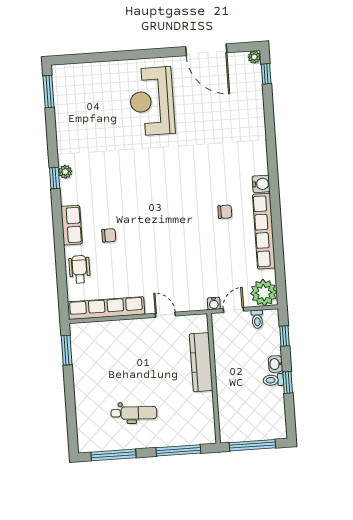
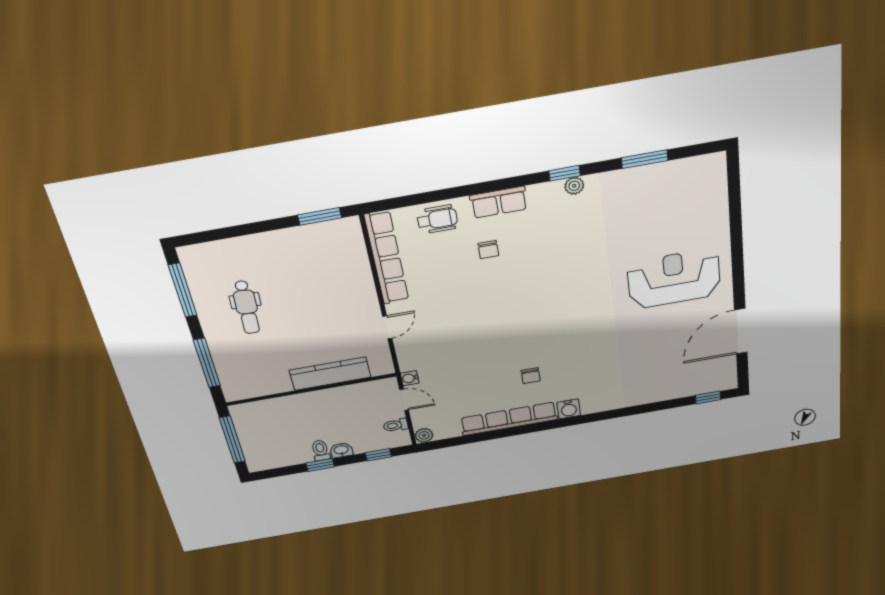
plant: (254, 57) -> (730, 383), removed
window: (49, 92) -> (645, 159), moved
plant: (264, 293) -> (424, 435), width x0.53, depth x0.53

